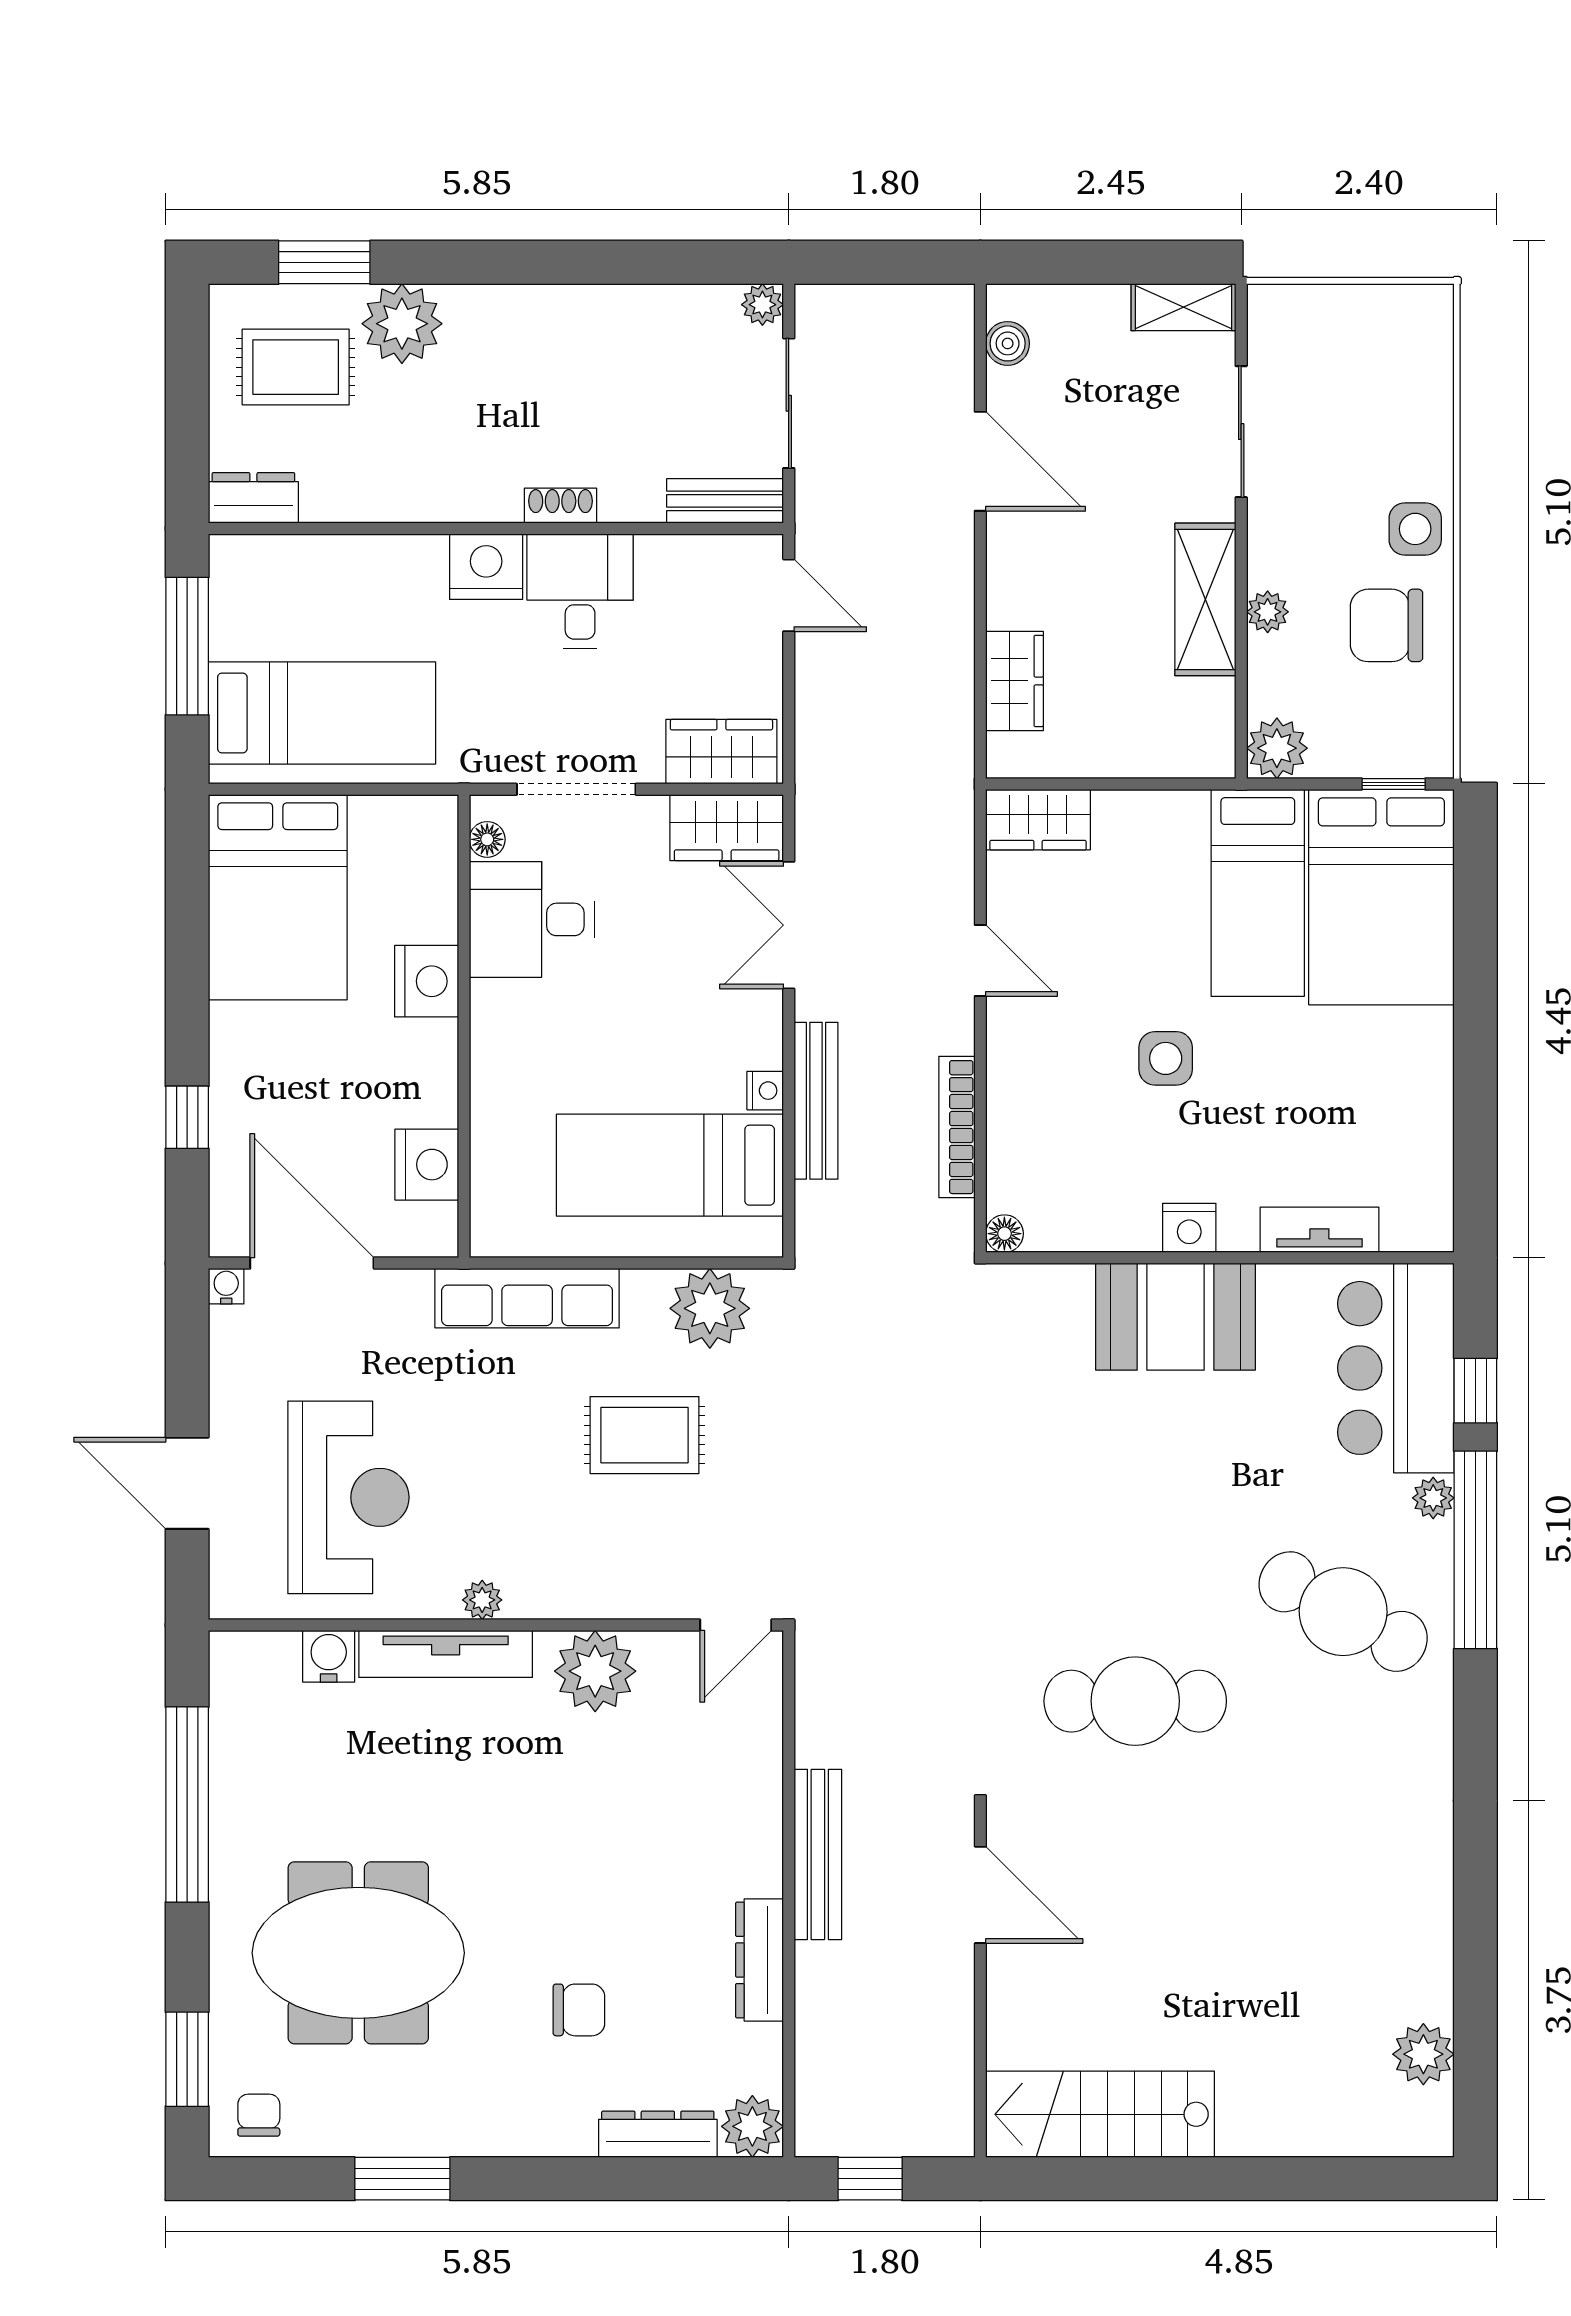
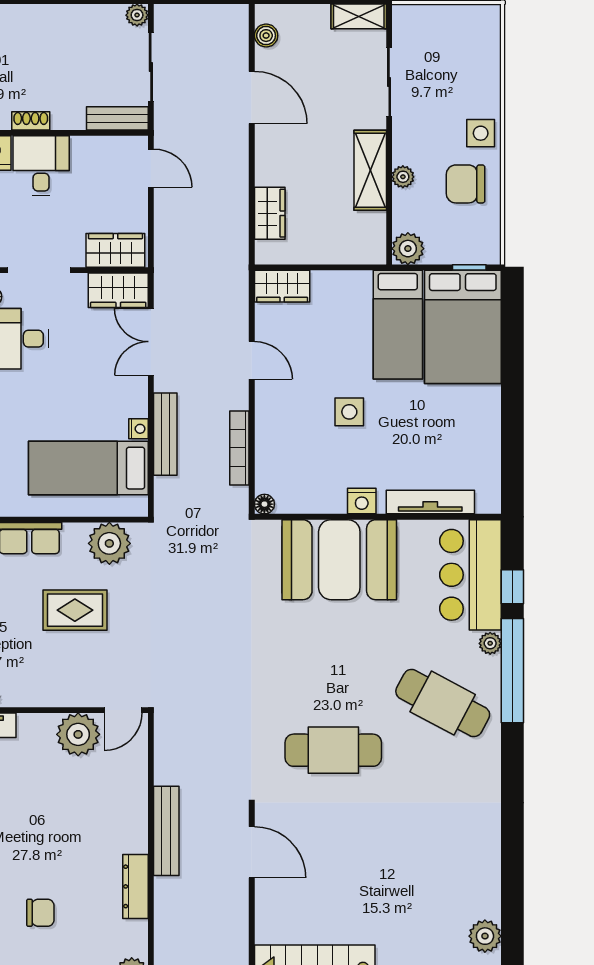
tv unit: (1319, 1230) -> (430, 502), width x1.41
booth: (1176, 1317) -> (339, 560), width x1.36, depth x1.42
plant: (595, 1671) -> (78, 734), moved

